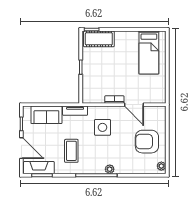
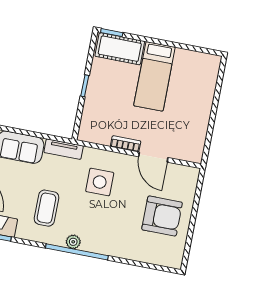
bed: (149, 52) -> (154, 76), moved
armchair: (147, 142) -> (162, 216), turned 180
plant: (161, 166) -> (177, 257), removed
plant: (110, 169) -> (73, 242), moved

